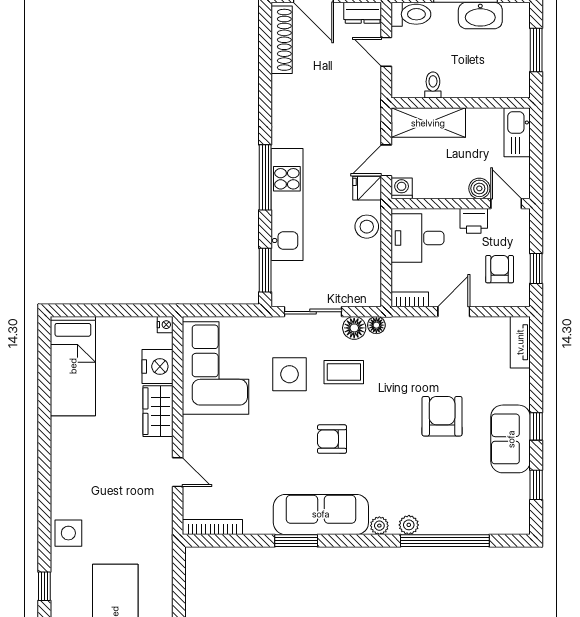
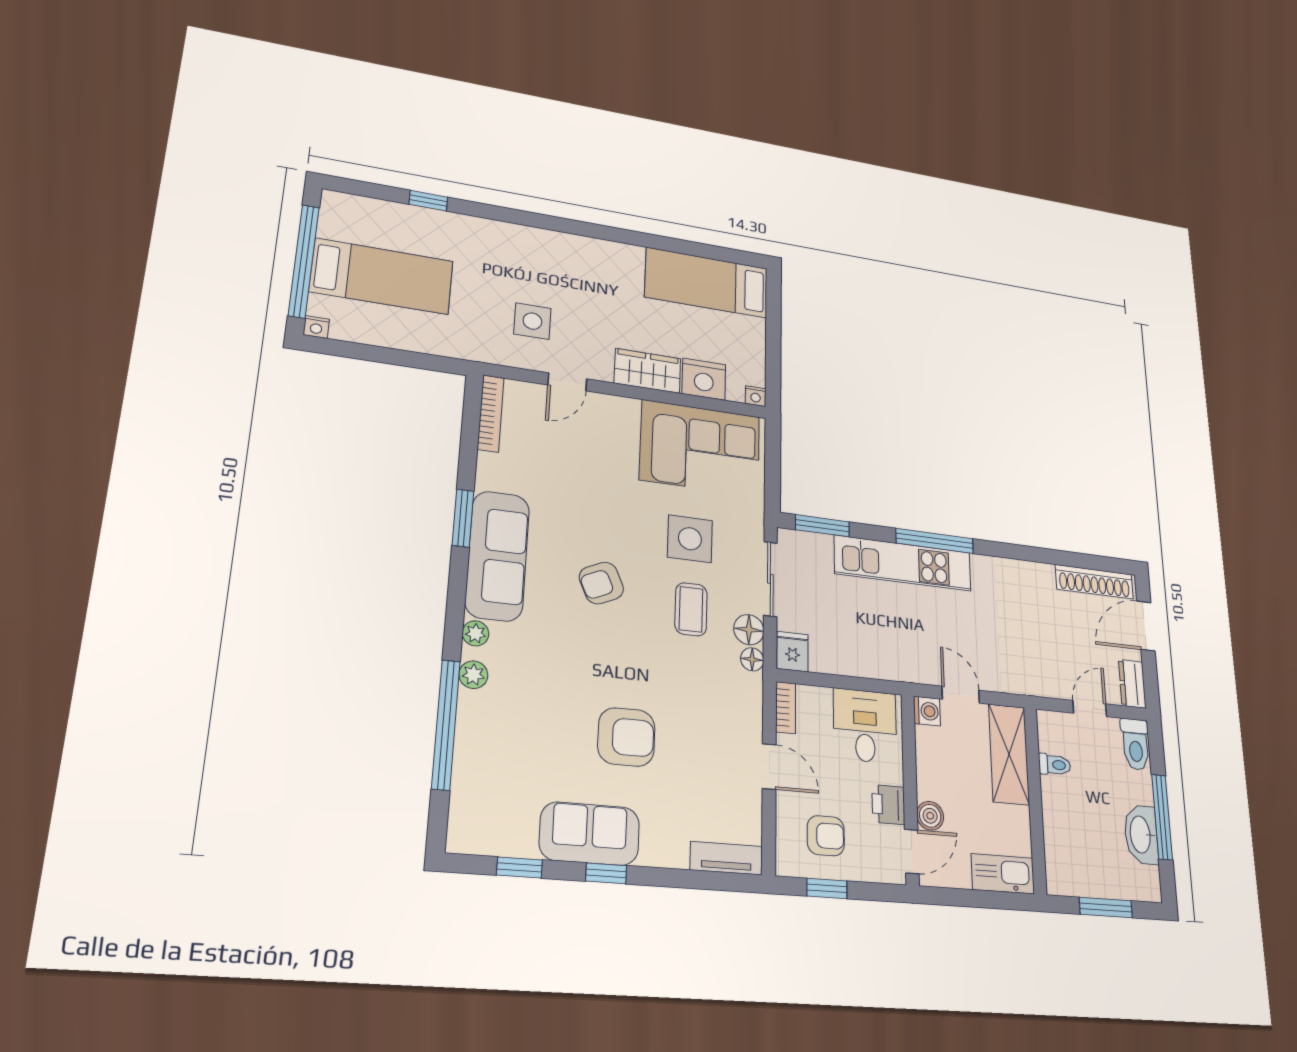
fridge: (367, 188) -> (792, 652), moved
stool: (367, 227) -> (878, 661), removed
armchair: (332, 439) -> (601, 583), turned -114
side table: (68, 533) -> (532, 321), moved

